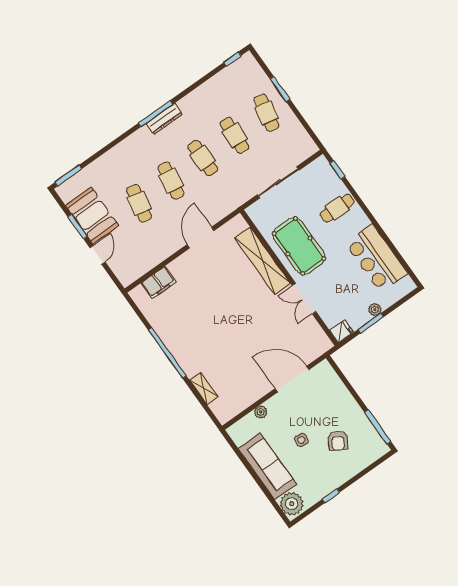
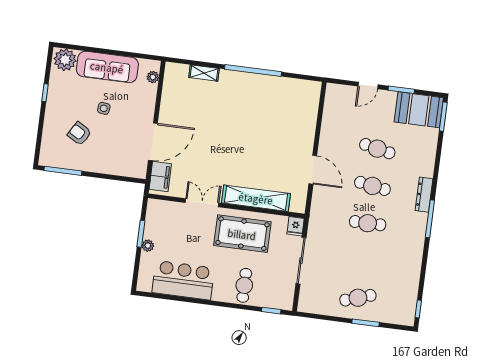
cafe table: (266, 113) -> (358, 298), turned -30
dresser: (164, 119) -> (424, 195), moved
cafe table: (235, 135) -> (363, 260), removed
booth: (92, 215) -> (419, 110), moved
door: (98, 255) -> (368, 85), hinge flipped
filing cabinet: (159, 282) -> (160, 176), moved, turned 180
fridge: (342, 331) -> (296, 226), moved
plant: (261, 412) -> (153, 77), moved

